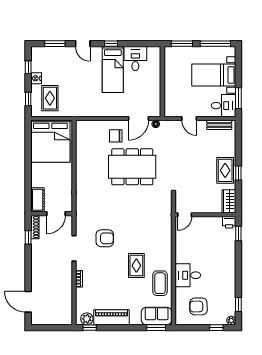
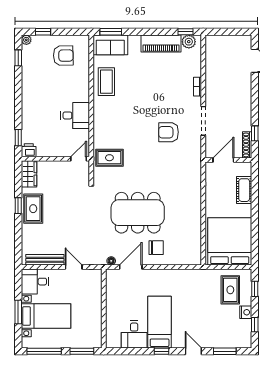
window: (238, 98) -> (18, 312), moved
bench: (219, 125) -> (45, 260), width x1.36
cot: (38, 200) -> (244, 190), moved
rug: (136, 266) -> (109, 158), moved, turned 90
desk: (188, 275) -> (75, 115), moved

